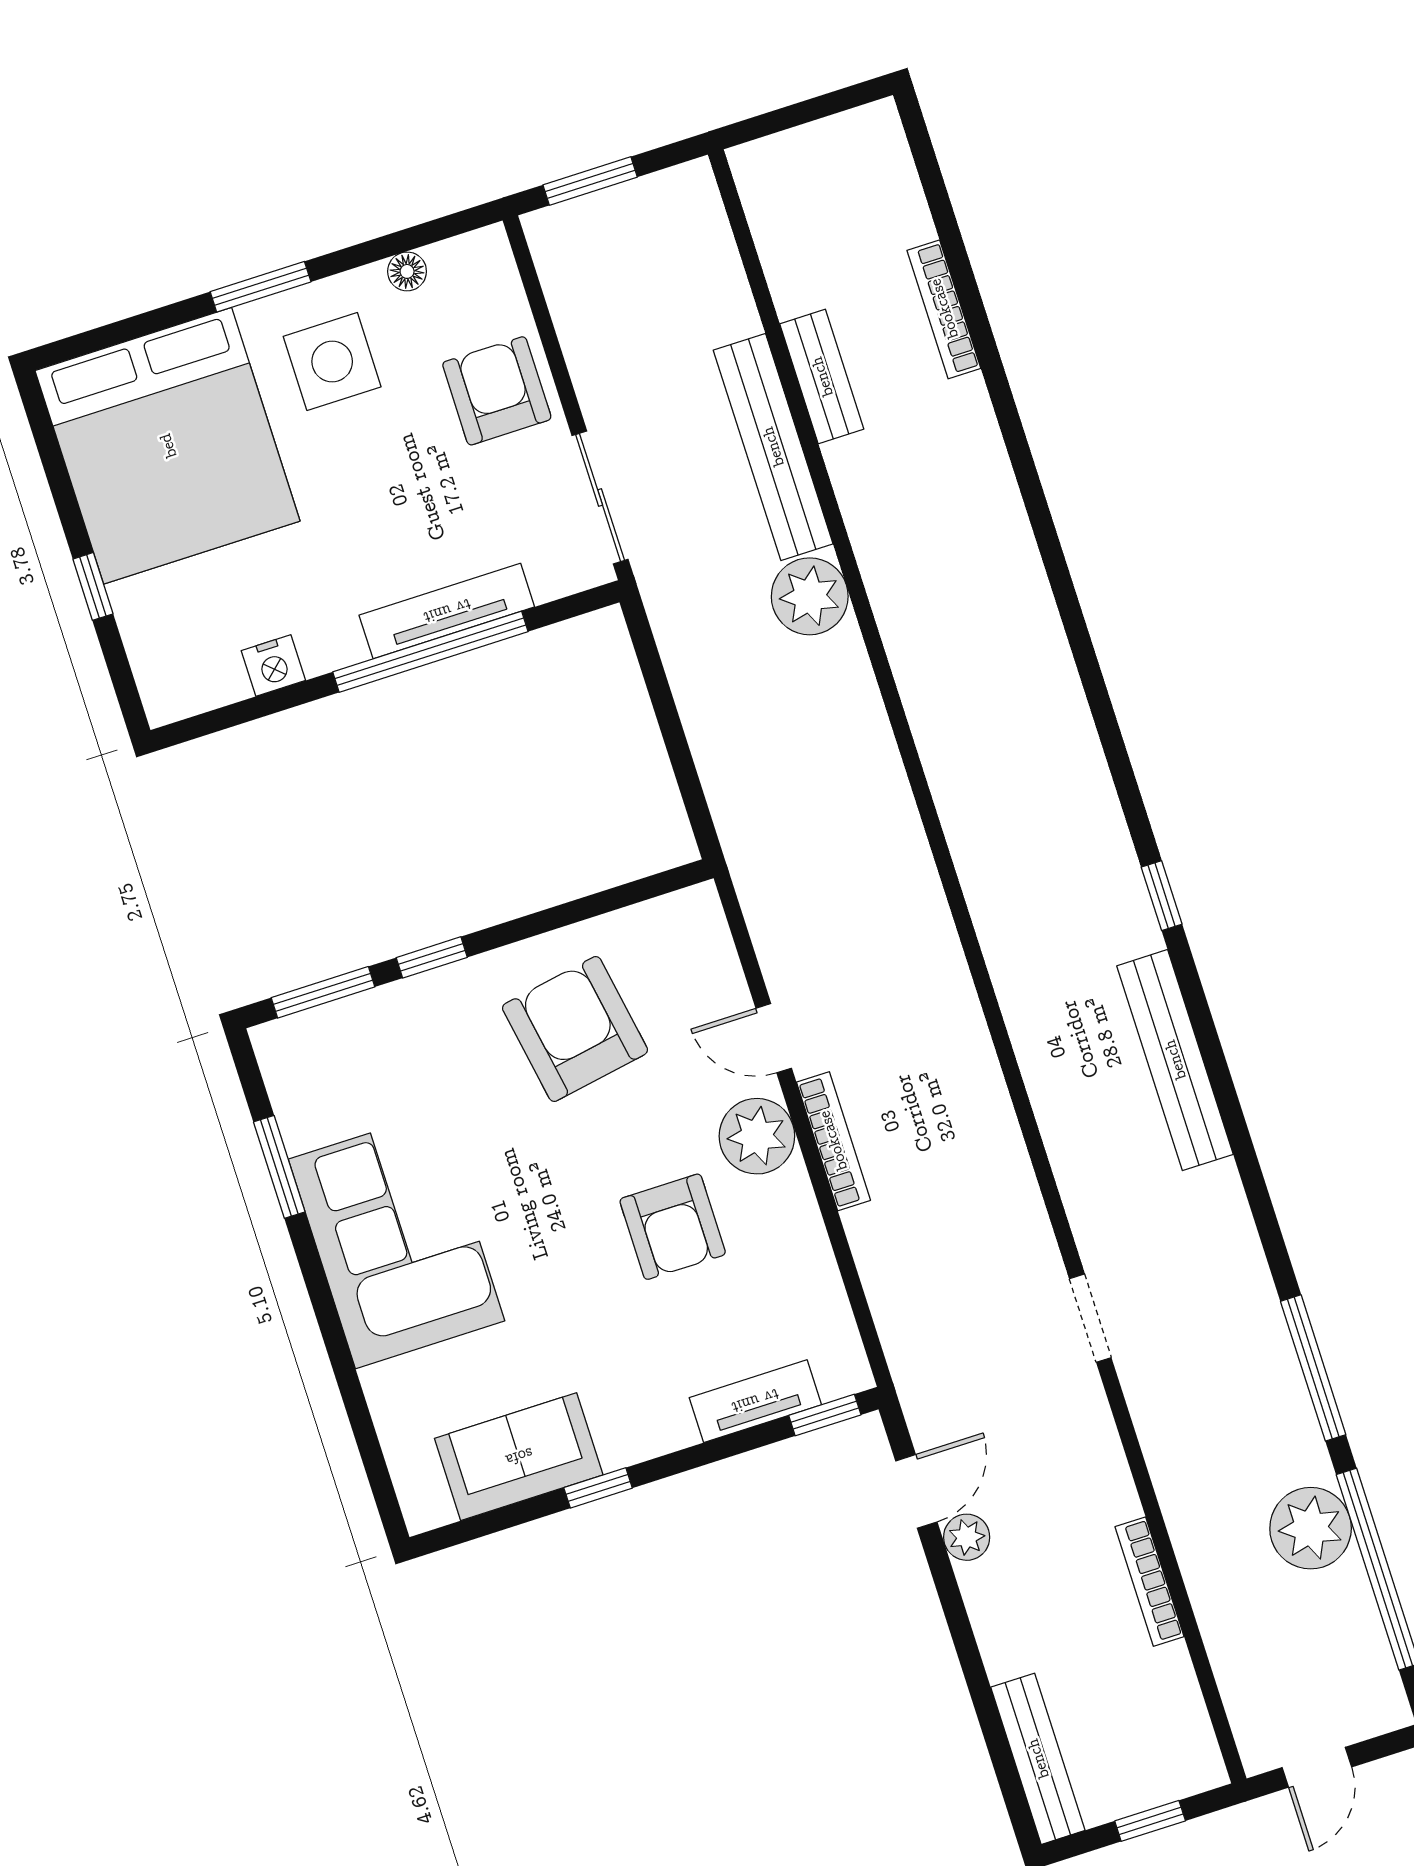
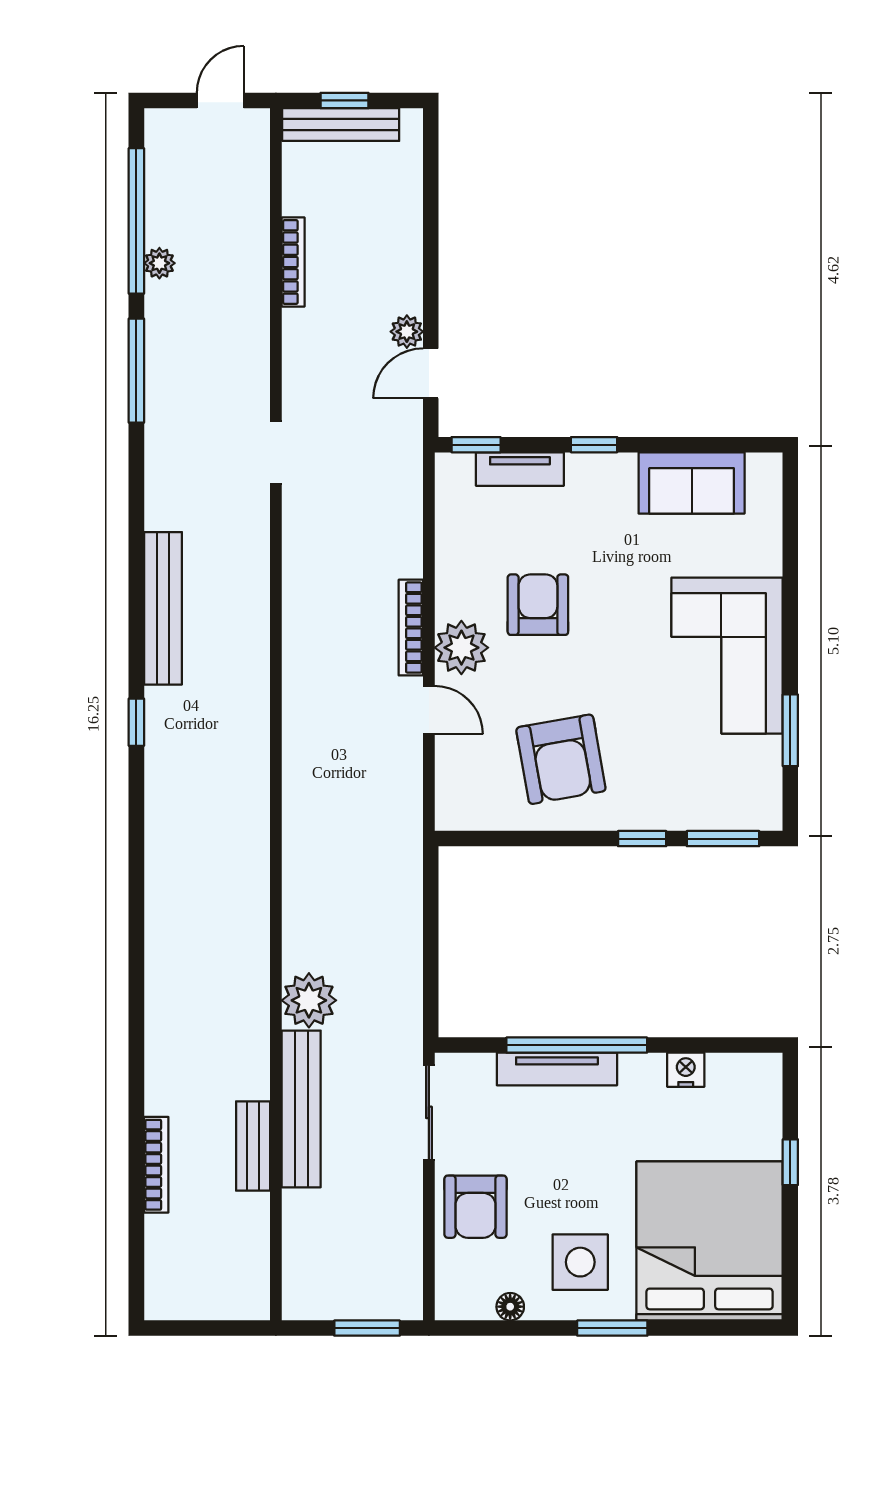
window: (598, 1488) -> (594, 445), moved
plant: (1311, 1528) -> (159, 263), width x0.53, depth x0.53
bench: (1038, 1759) -> (341, 125), moved, turned 90

